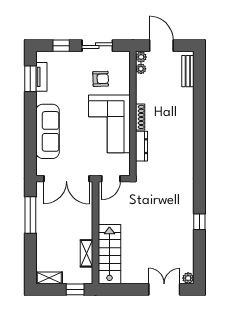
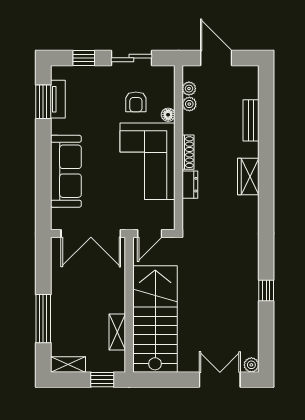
plant: (141, 57) -> (189, 104), moved
bench: (188, 71) -> (251, 120), moved
armchair: (101, 79) -> (136, 102), turned 92
floor lamp: (125, 89) -> (168, 115), added
wardrobe: (186, 135) -> (248, 177), added
dresser: (142, 146) -> (190, 185), width x0.70
window: (30, 215) -> (43, 319), moved
stairs: (109, 254) -> (155, 319), width x1.36, depth x1.51

